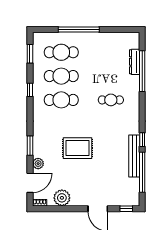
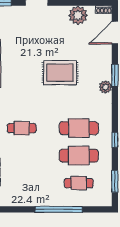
cafe table: (61, 52) -> (79, 183), width x0.73, depth x0.74
plant: (38, 164) -> (105, 87), moved

